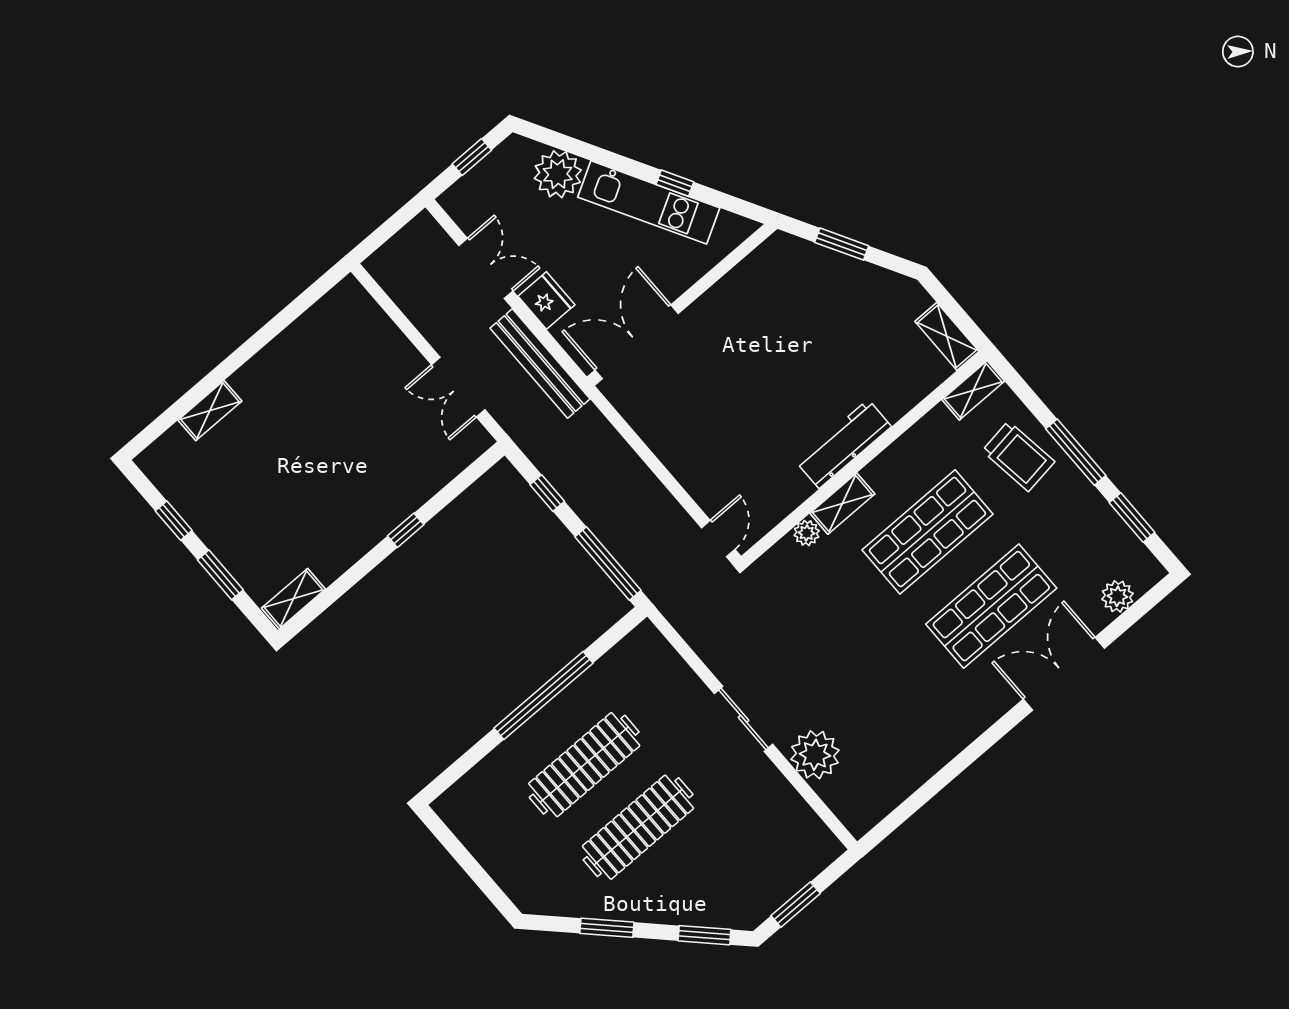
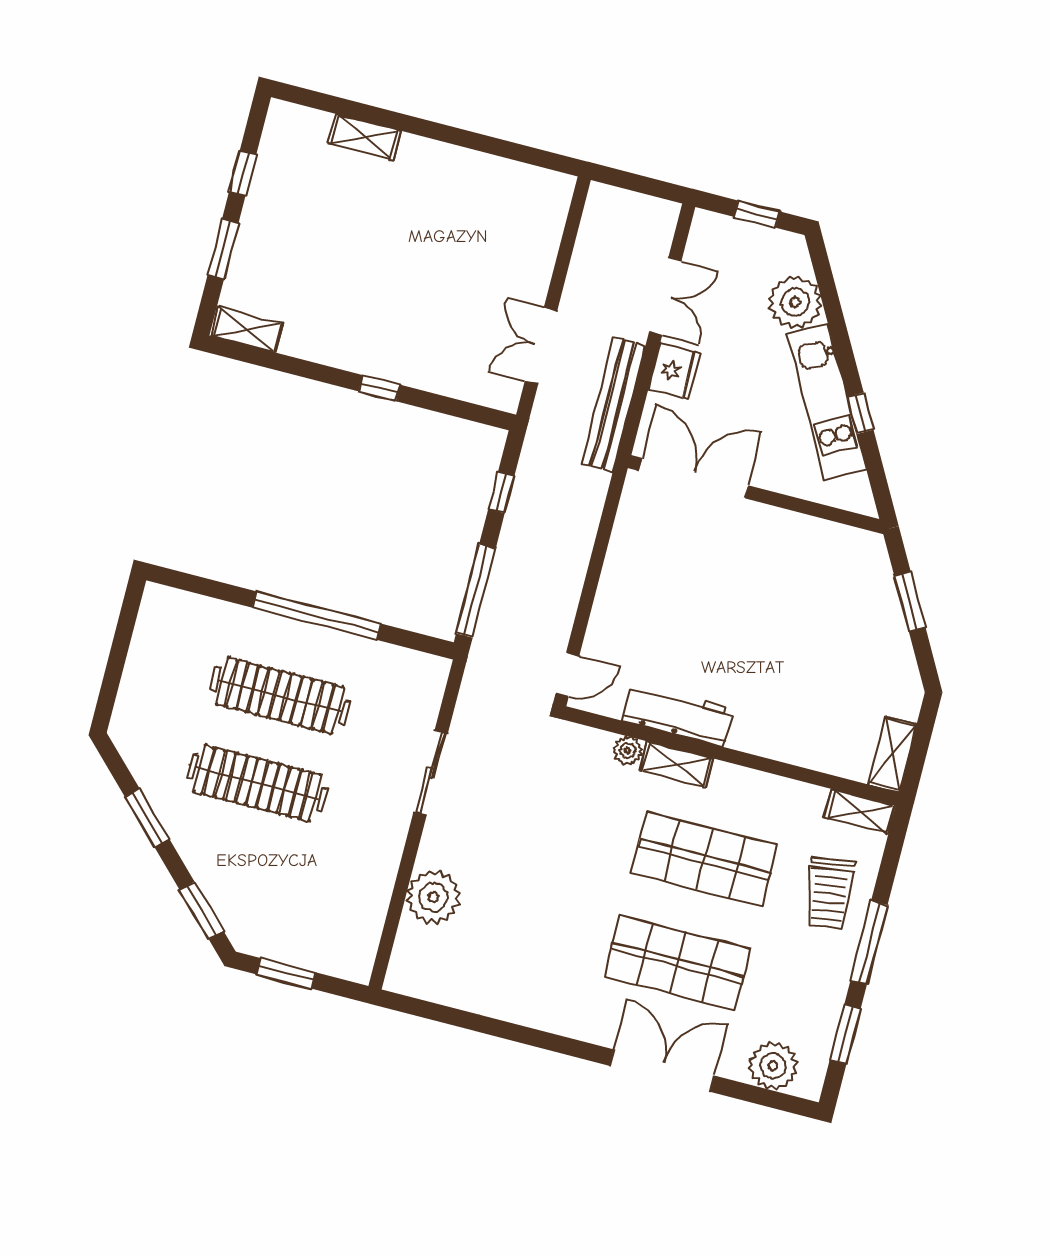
workbench: (844, 444) -> (678, 715), moved
plant: (1117, 596) -> (773, 1066), width x1.36, depth x1.36
sliding door: (744, 719) -> (431, 773), moved

